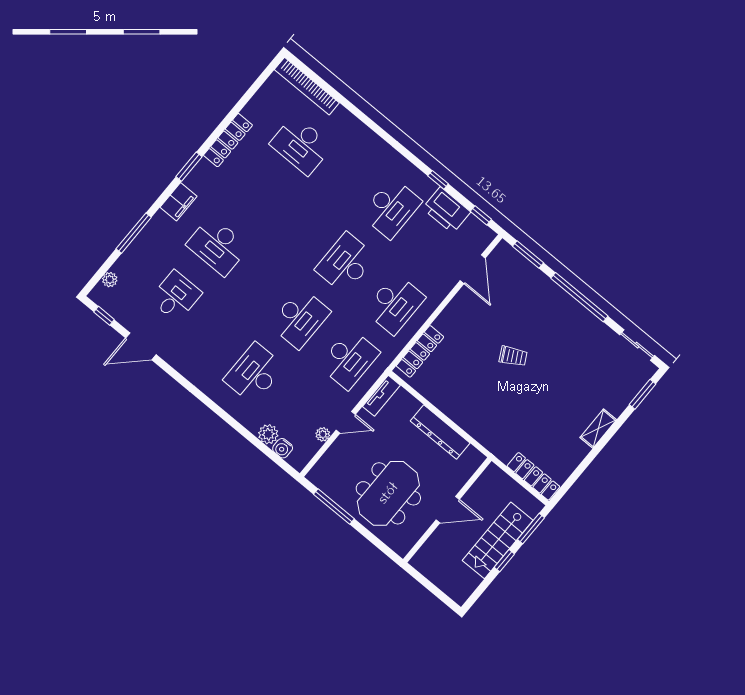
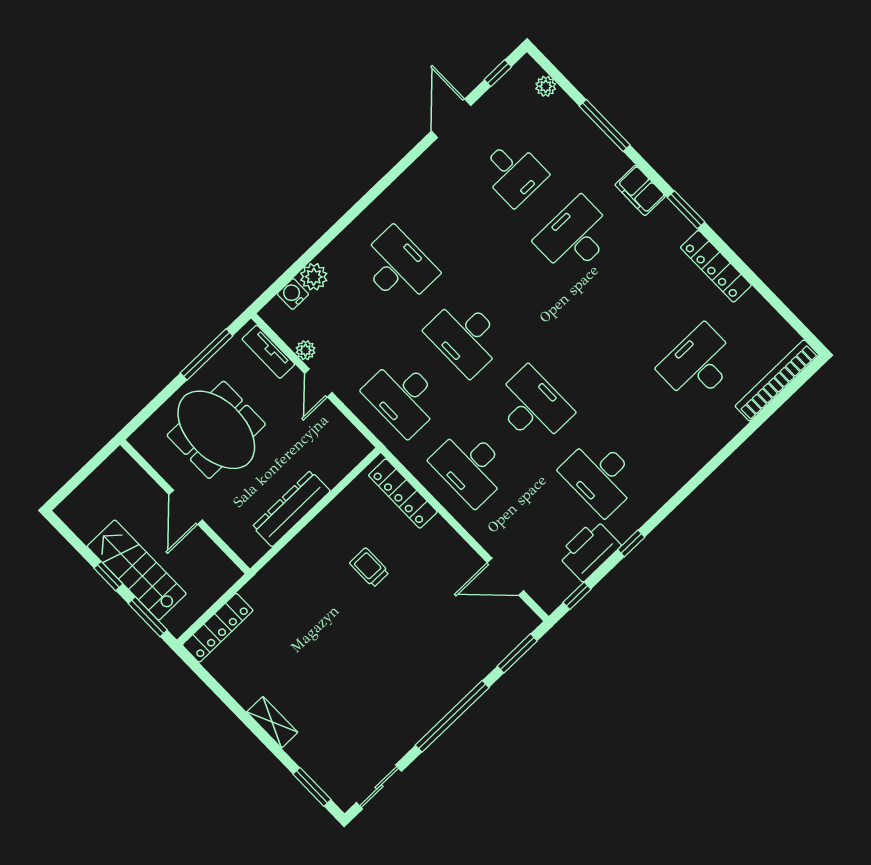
trolley: (513, 356) -> (369, 568), moved, turned 118
tv unit: (381, 396) -> (268, 352), moved

